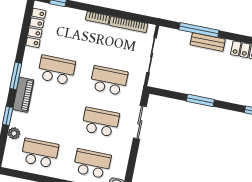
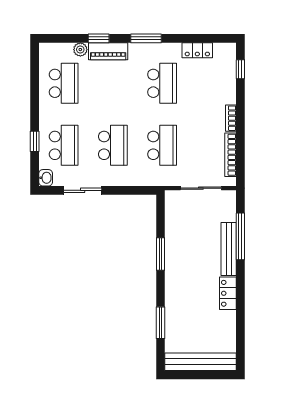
locker: (36, 28) -> (197, 50), width x0.66
bench: (208, 42) -> (229, 249), width x1.36
piano: (23, 95) -> (108, 51), moved
sliding door: (140, 122) -> (83, 190), moved

